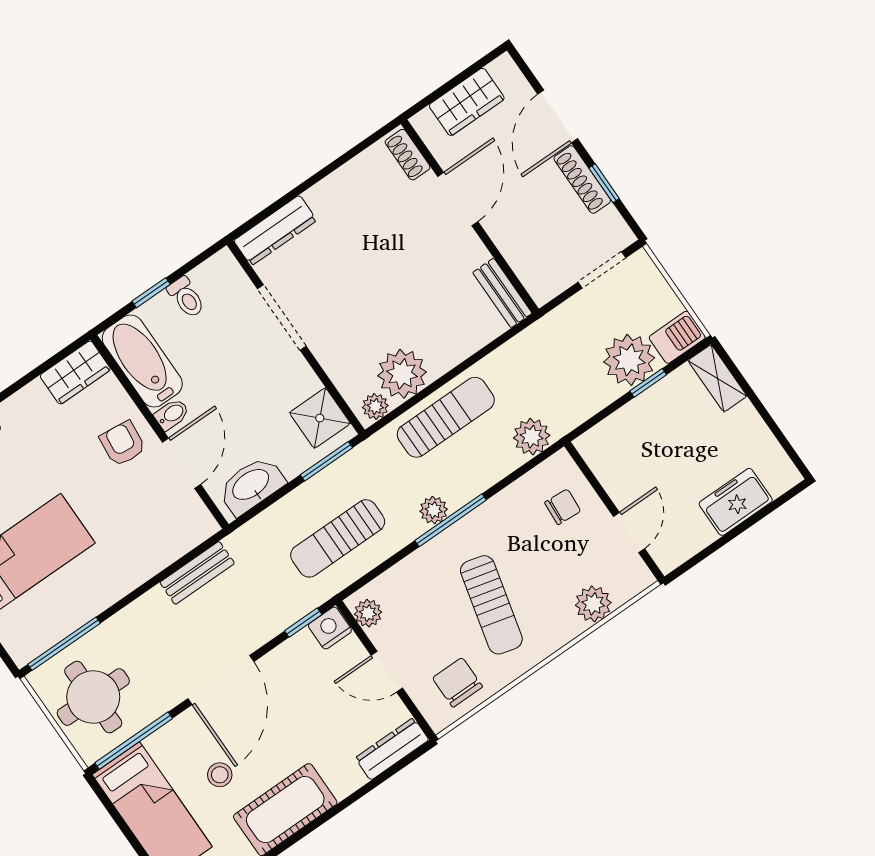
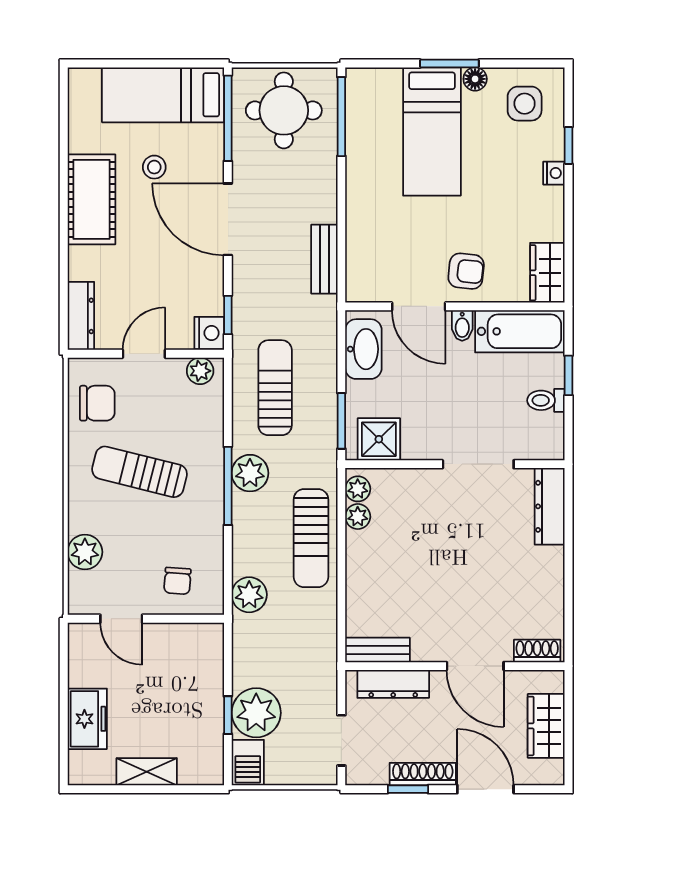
dresser: (522, 259) -> (393, 684), added
plant: (402, 374) -> (358, 517), width x0.53, depth x0.53
shelving: (717, 378) -> (147, 772), moved
plant: (434, 510) -> (250, 473), width x1.38, depth x1.38

